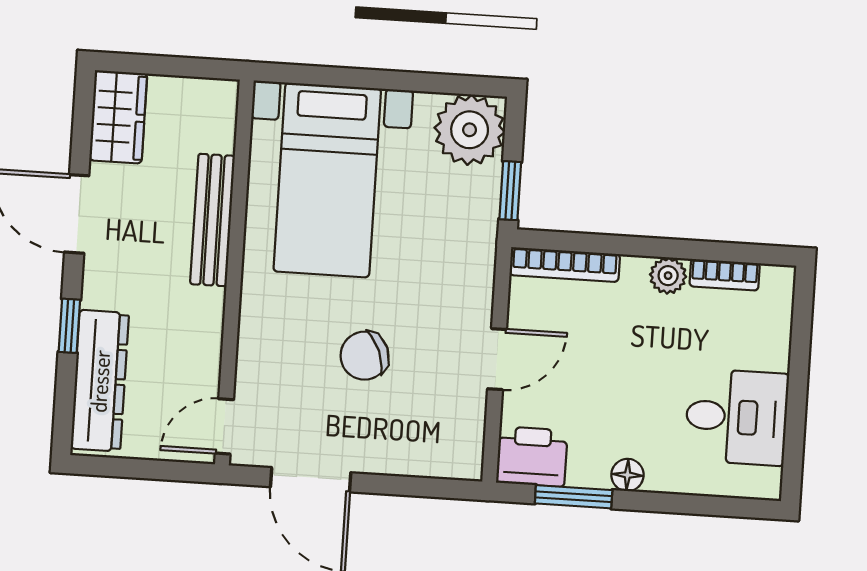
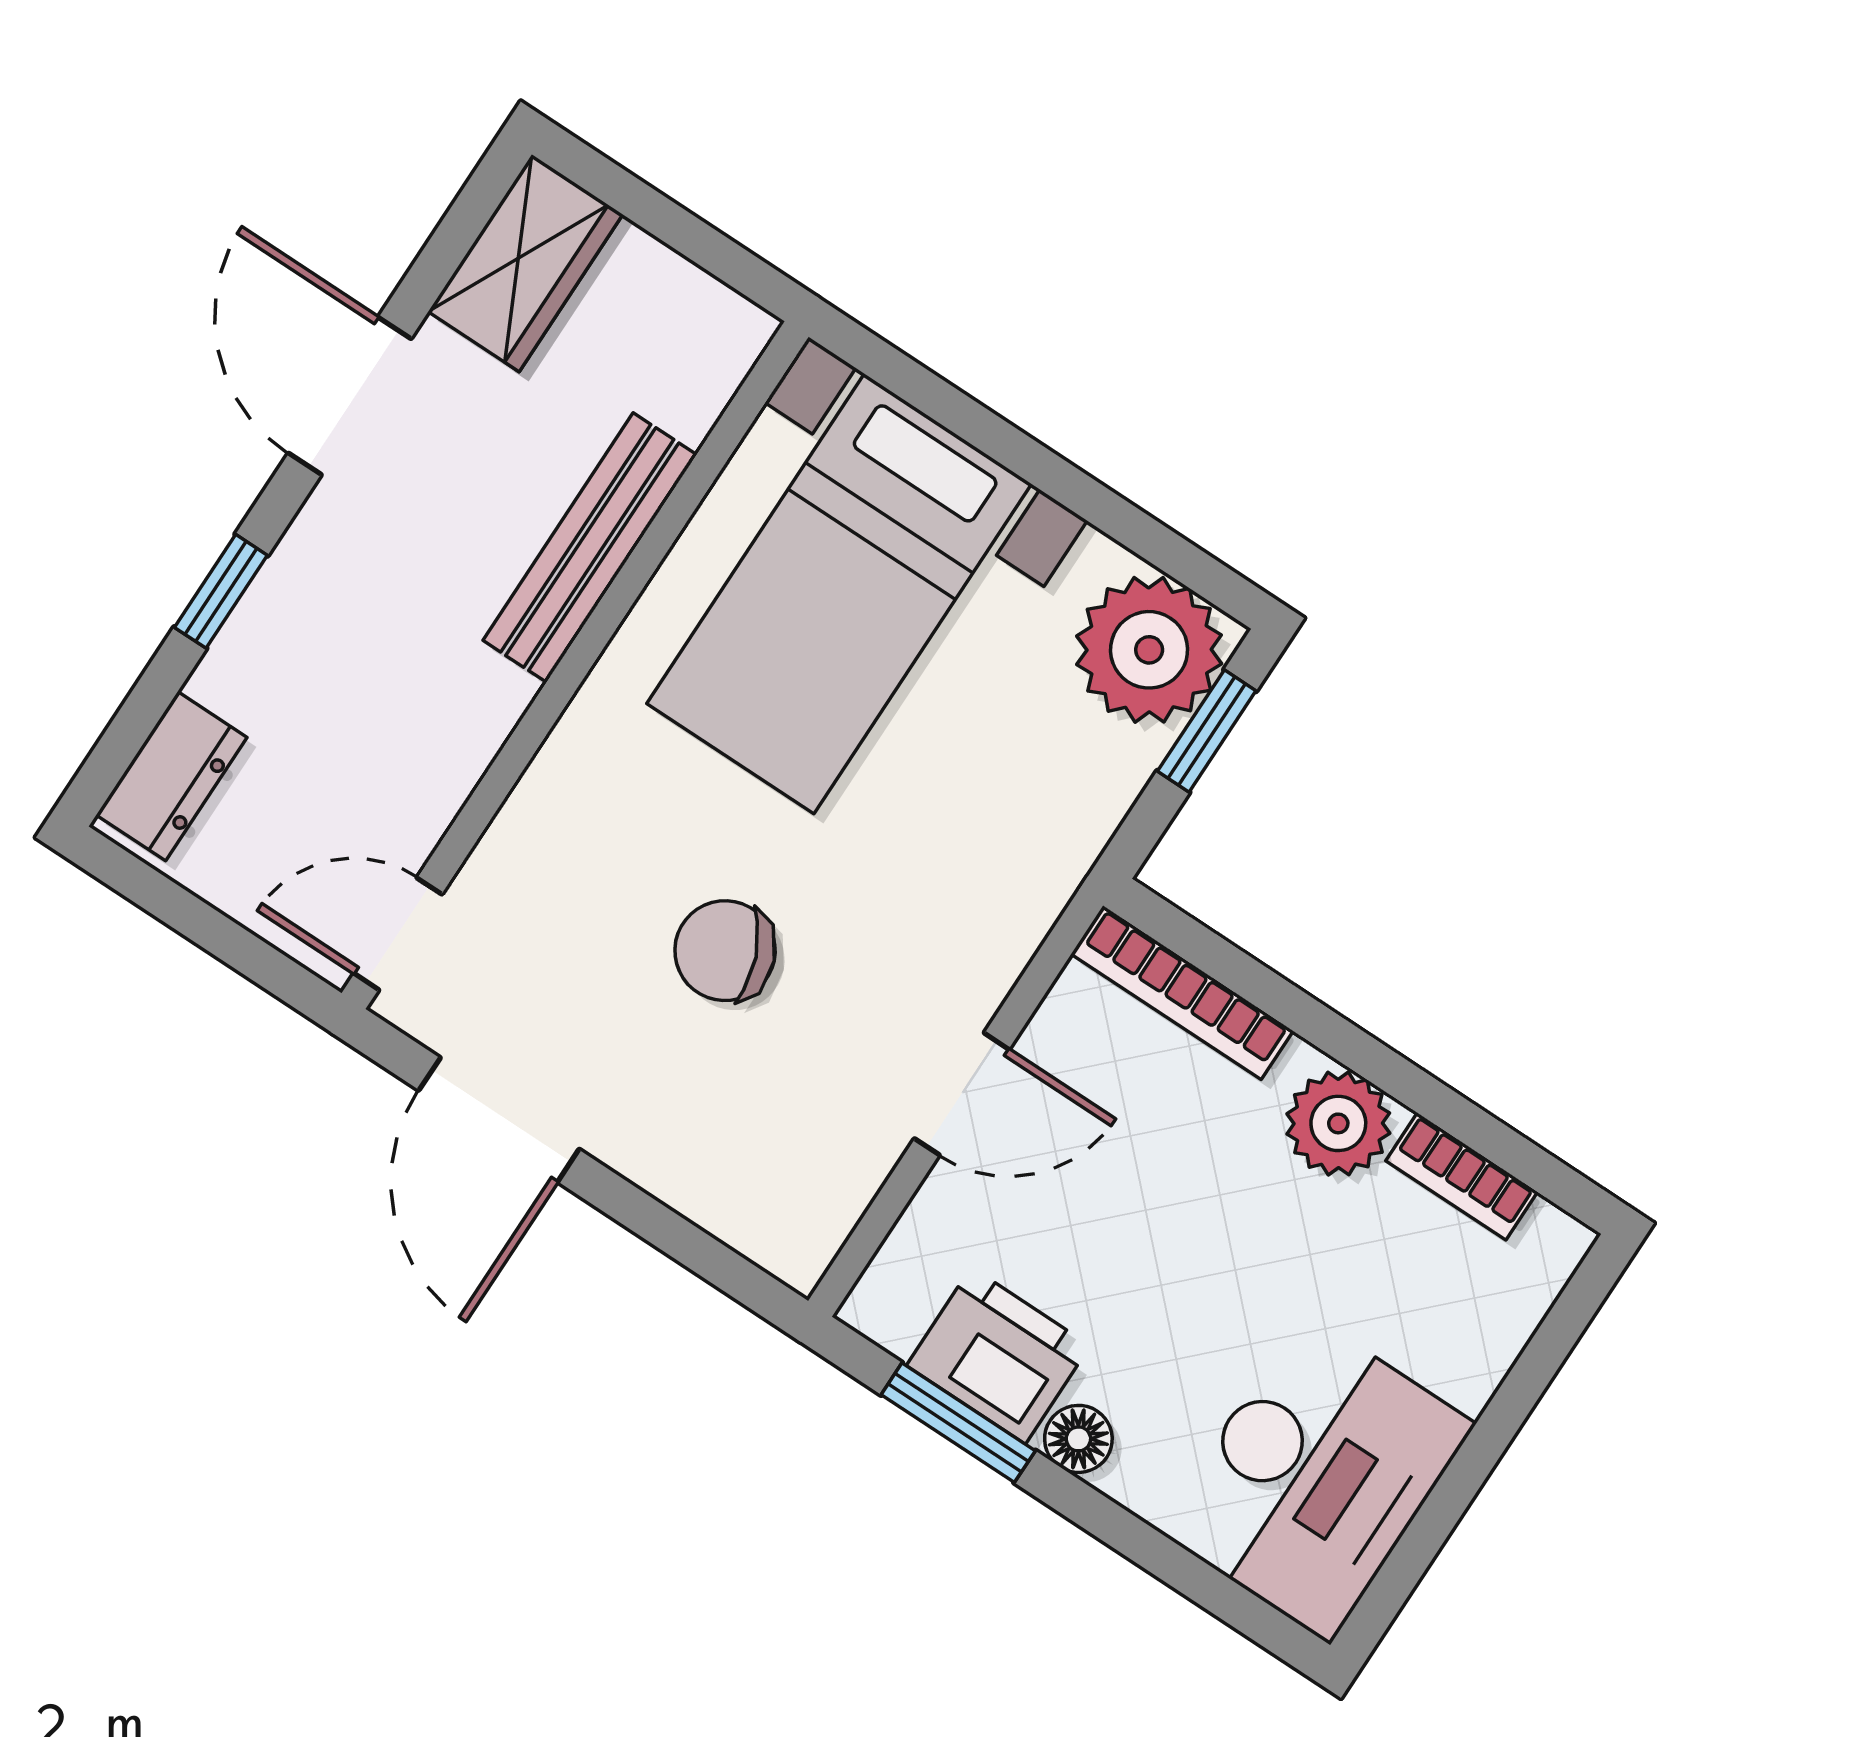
window: (510, 191) -> (1207, 731), moved
plant: (668, 276) -> (1338, 1123), width x1.38, depth x1.38
dresser: (100, 381) -> (172, 776), width x0.51, depth x0.80
desk: (737, 417) -> (1316, 1477), width x1.37
printer: (532, 457) -> (998, 1356), moved

